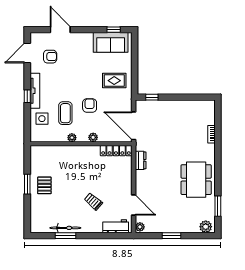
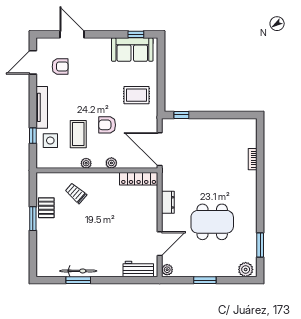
window: (27, 96) -> (33, 136), moved
armchair: (90, 105) -> (107, 125), turned -90
dresser: (141, 160) -> (168, 202), moved
dining table: (196, 180) -> (212, 222), moved, turned 90
pallet: (44, 185) -> (46, 208), moved
trolley: (93, 201) -> (76, 193), moved
door: (134, 205) -> (160, 244), hinge flipped

